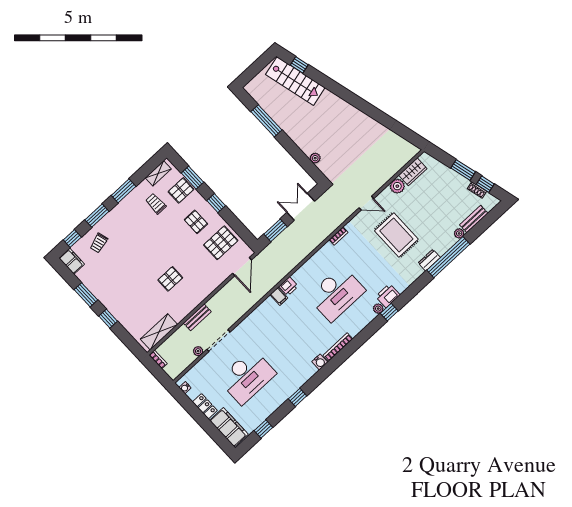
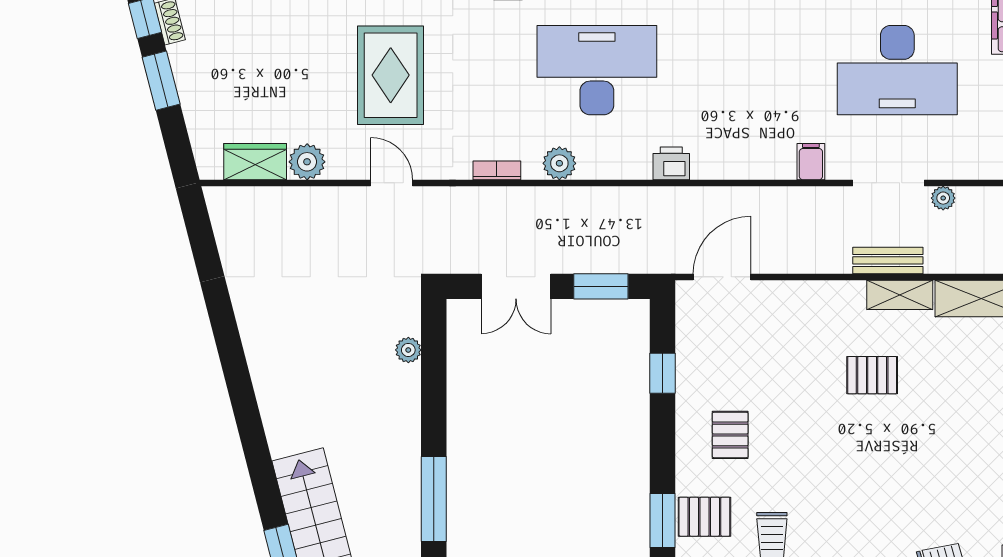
window: (216, 203) -> (662, 373), moved
pallet: (221, 243) -> (721, 356), removed
plant: (322, 255) -> (559, 163), added
filing cabinet: (279, 296) -> (811, 162), moved
shelving: (184, 310) -> (900, 295), added
desk: (247, 377) -> (897, 70), turned 180

